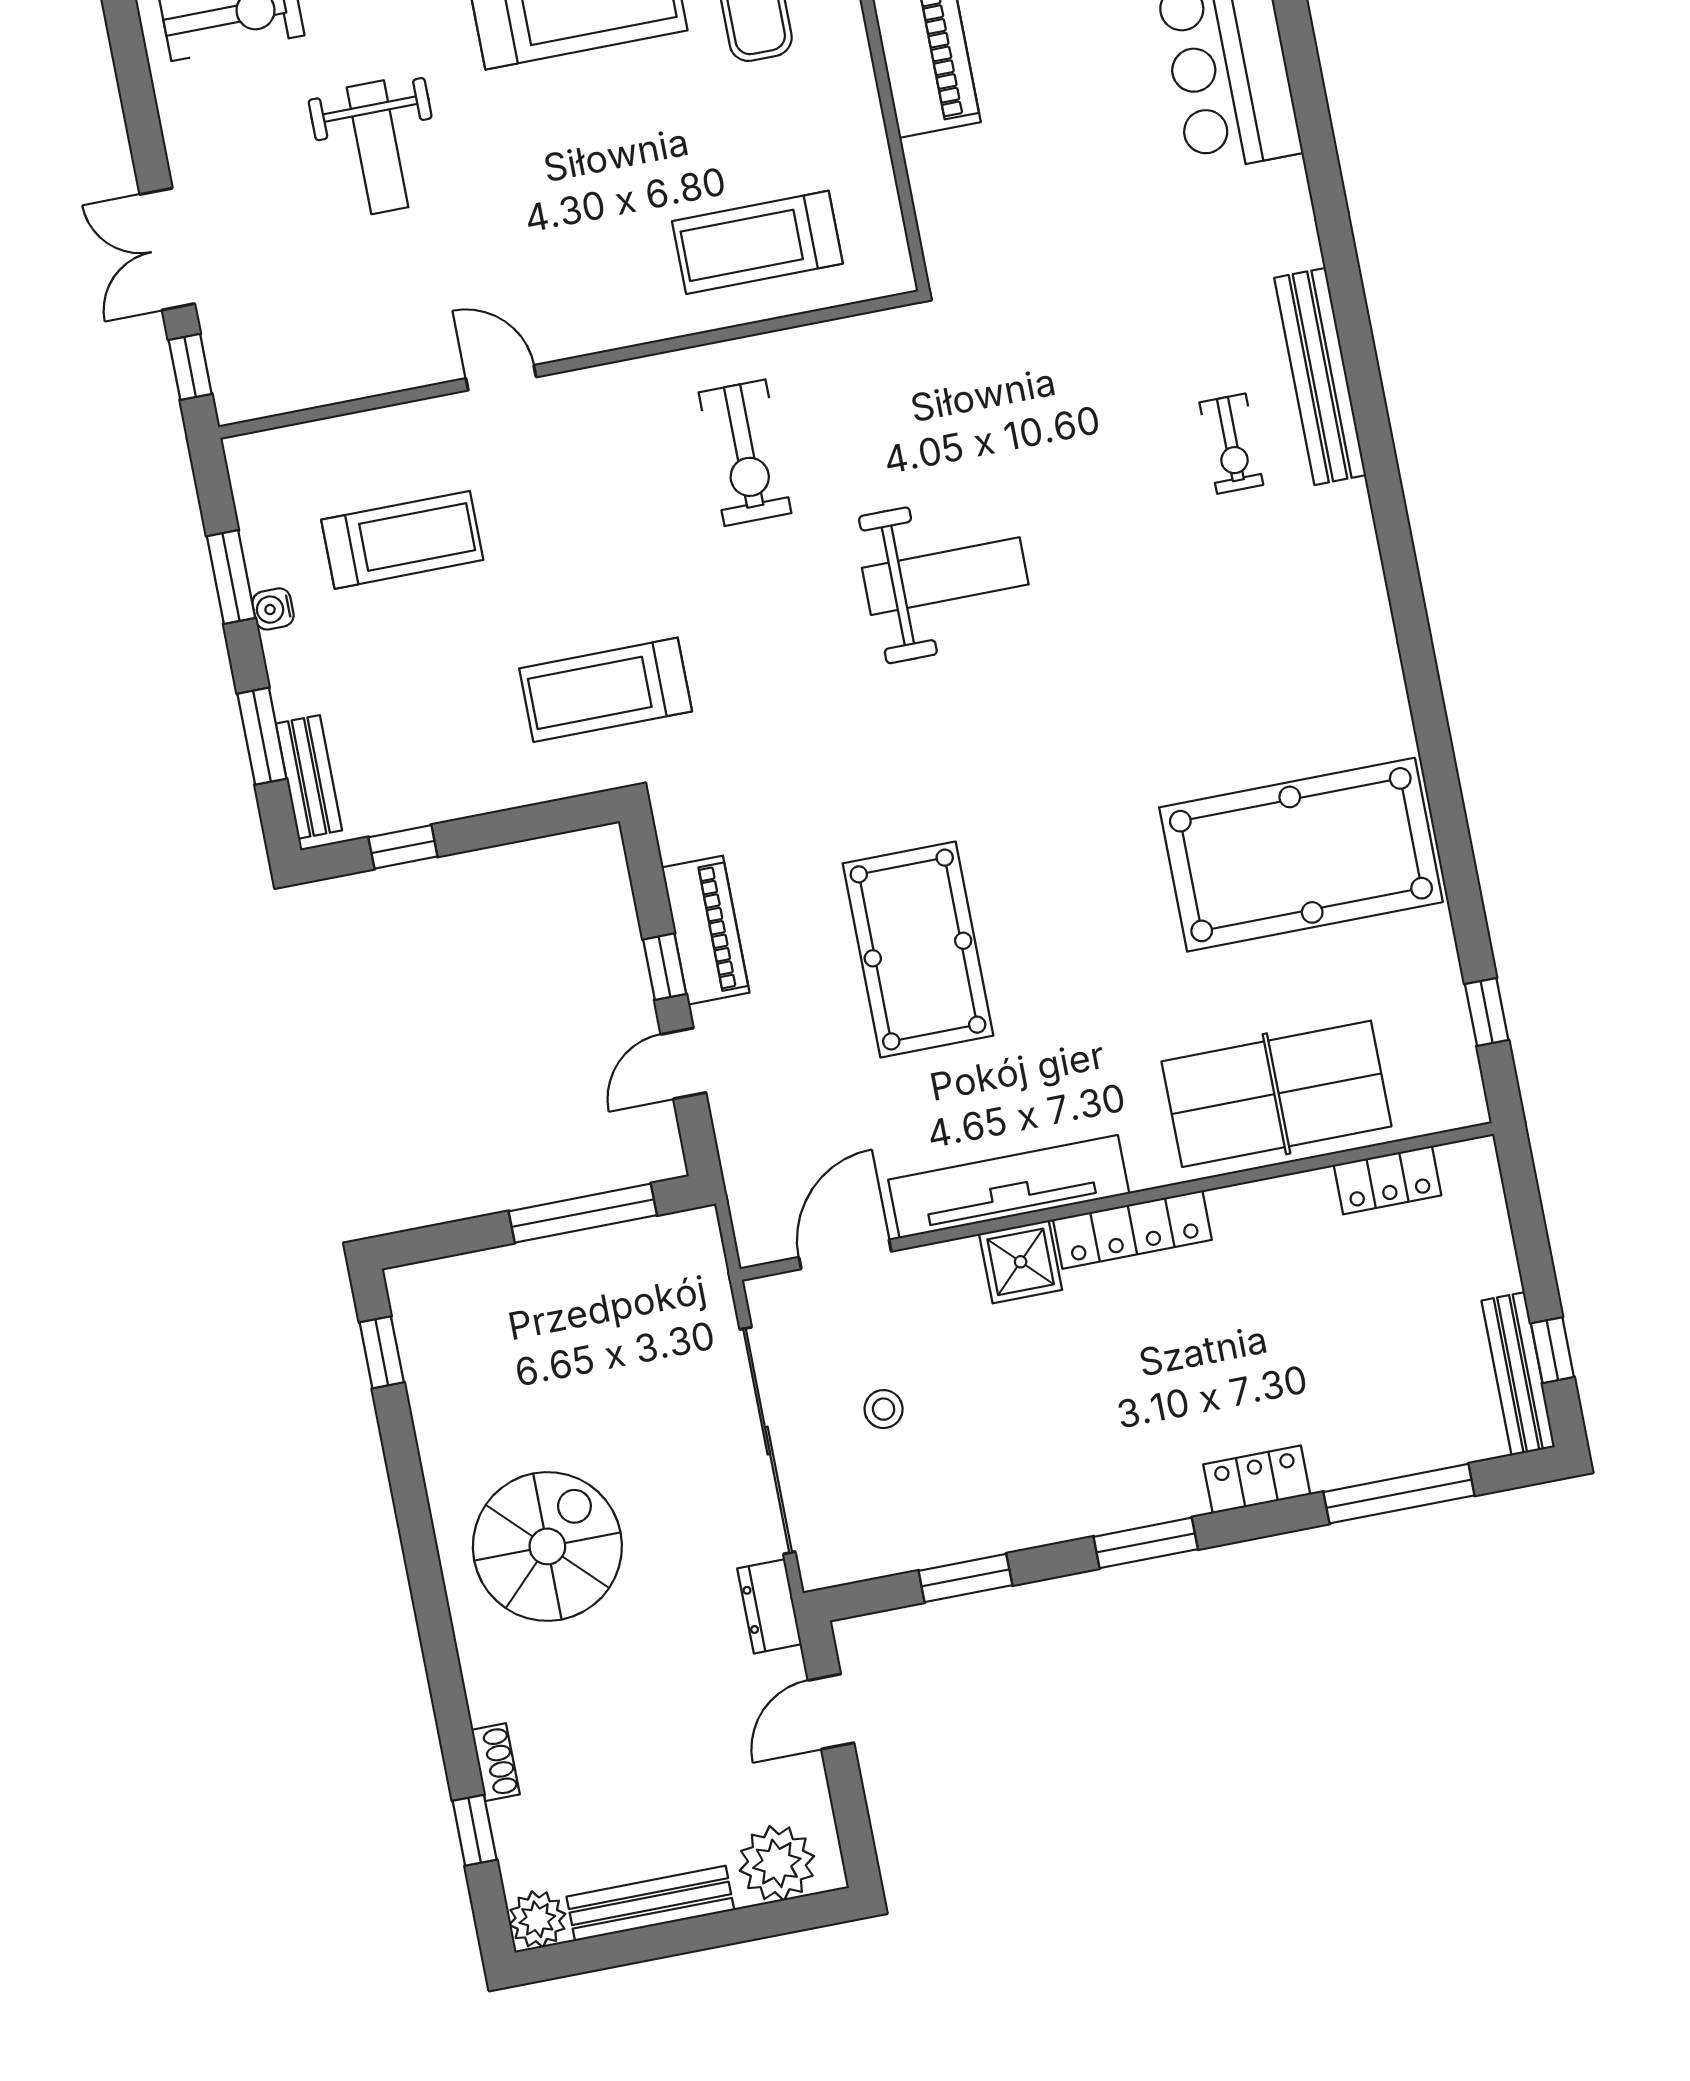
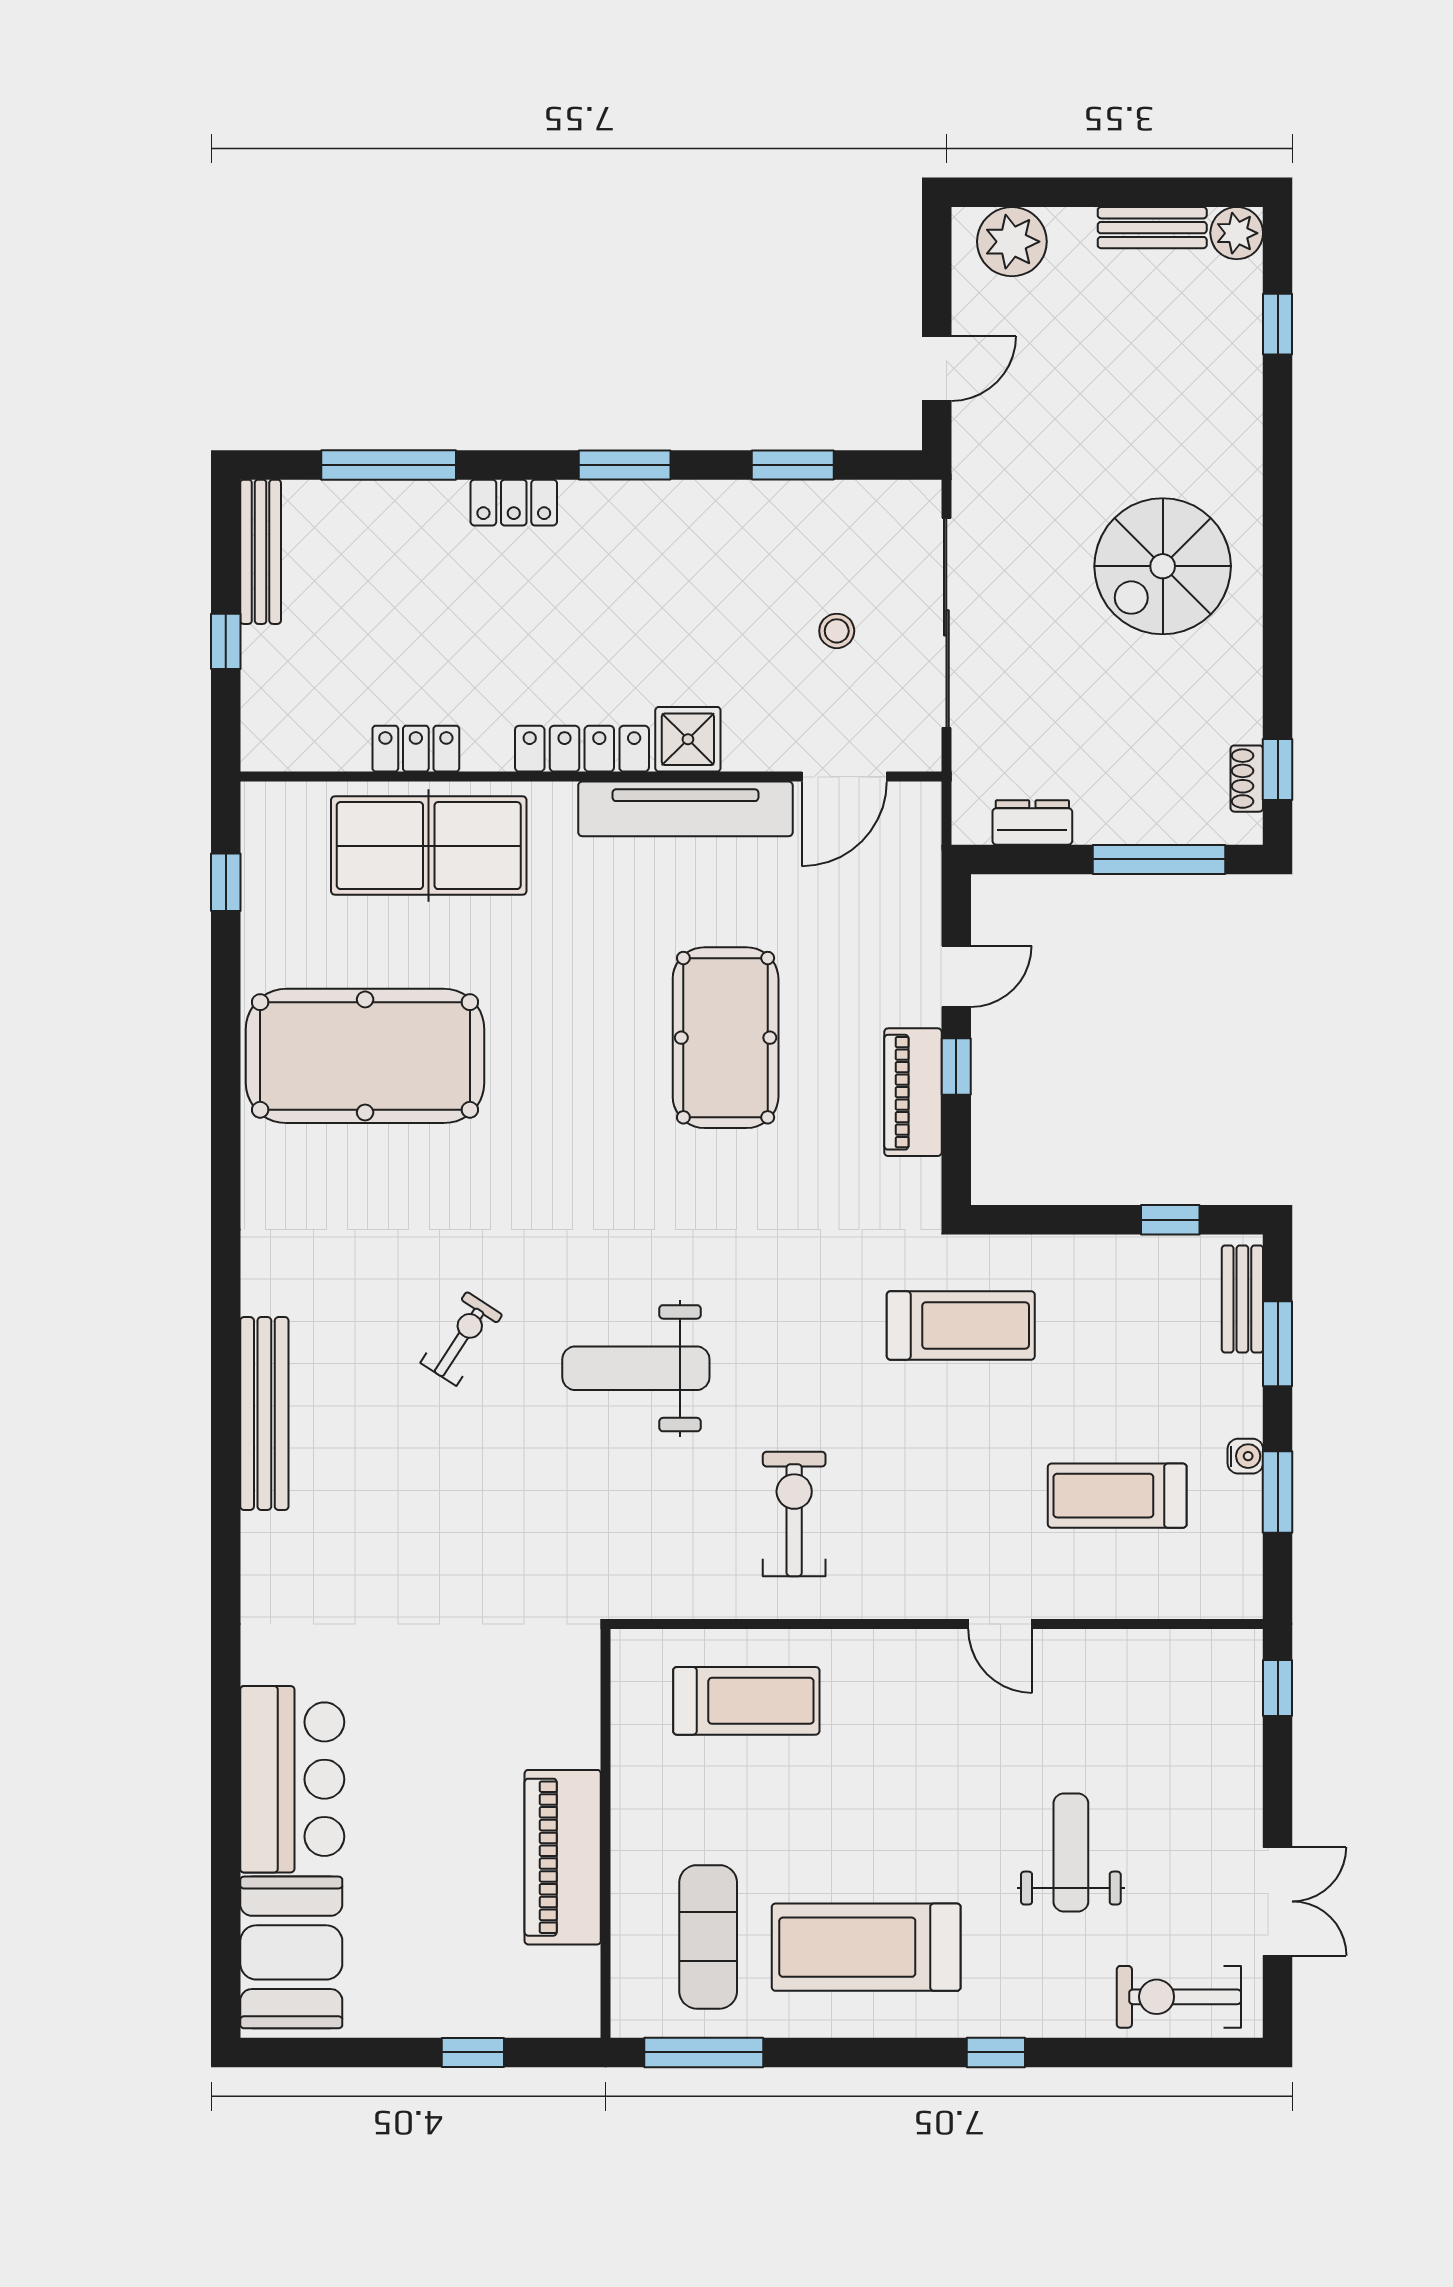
double door: (167, 249) -> (1278, 1901), moved
bench: (1320, 376) -> (264, 1414), moved
exercise bike: (1231, 444) -> (461, 1339), moved, turned 33
locker: (1388, 1180) -> (416, 749), moved
window: (583, 1213) -> (1159, 859), moved
window: (1552, 1350) -> (226, 641), moved
dresser: (769, 1606) -> (1032, 822), moved, turned -90
shoe rack: (496, 1762) -> (1247, 779), moved
bench: (650, 1903) -> (1152, 228), width x0.73

